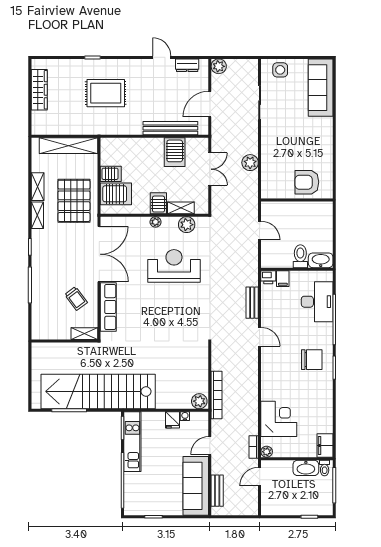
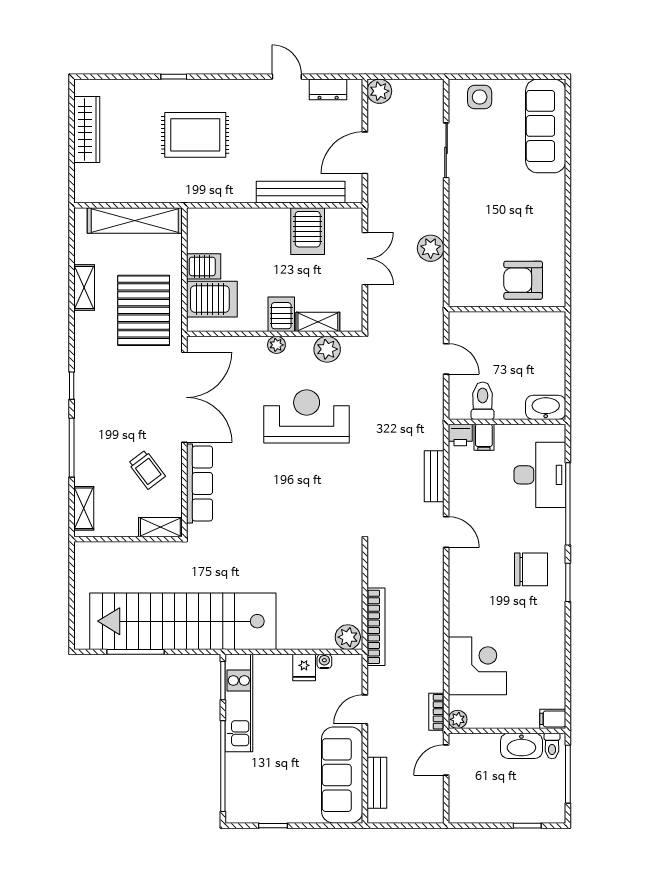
shelving: (37, 215) -> (84, 508), moved
toilet: (300, 256) -> (483, 401), moved
filing cabinet: (325, 445) -> (553, 719), width x0.50

